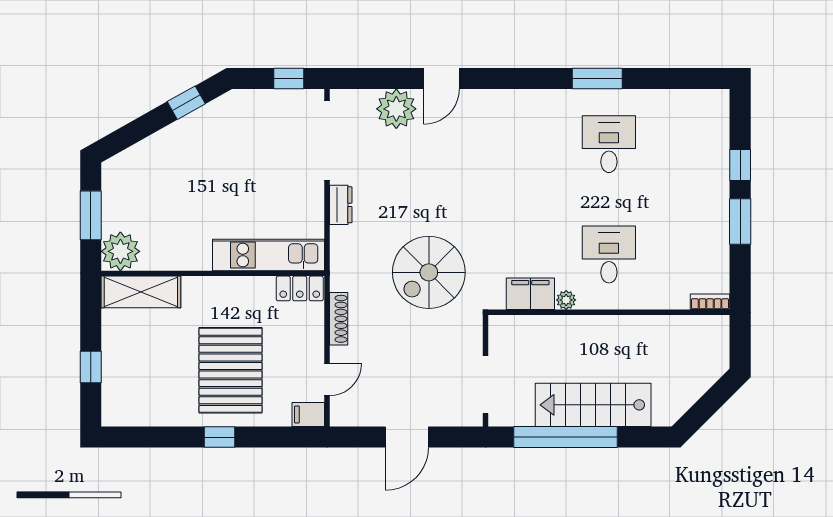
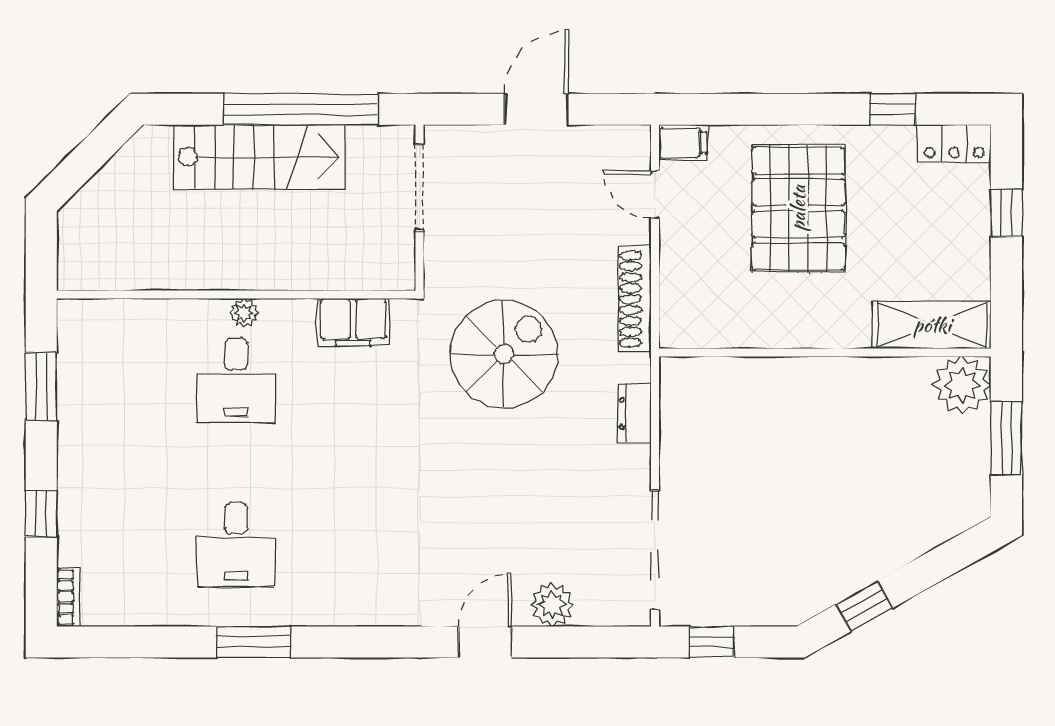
plant: (396, 109) -> (552, 605), width x0.73, depth x0.73
dresser: (341, 205) -> (635, 414), moved
window: (740, 221) -> (41, 386), moved
kitchen unit: (269, 255) -> (742, 380), removed
locker: (300, 288) -> (954, 143), moved, turned 180
plant: (566, 300) -> (244, 313), moved
bookcase: (710, 302) -> (68, 597), moved, turned -90
shoe rack: (339, 319) -> (635, 299), width x1.36, depth x1.24
door: (327, 380) -> (655, 195), hinge flipped
window: (220, 437) -> (893, 109), moved

